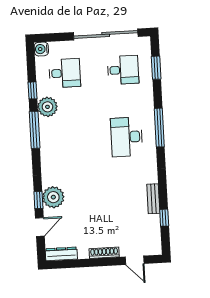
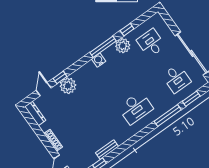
water cooler: (41, 49) -> (99, 60), moved
desk: (65, 73) -> (151, 43), turned 180
window: (159, 128) -> (168, 116), moved
desk: (127, 137) -> (136, 108), turned 180
door: (40, 227) -> (44, 89), swing flipped

